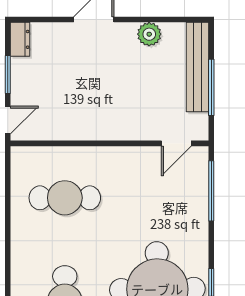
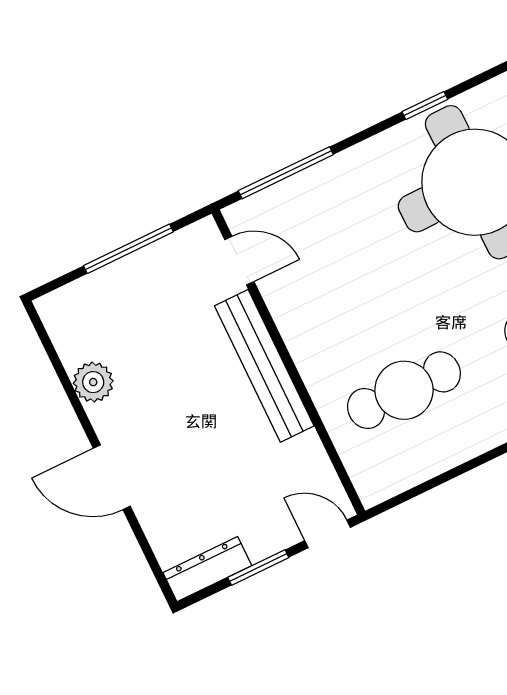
dresser: (20, 39) -> (207, 569), width x1.44
bench: (197, 67) -> (264, 366), moved, turned 90
cafe table: (65, 198) -> (404, 390), turned 90

